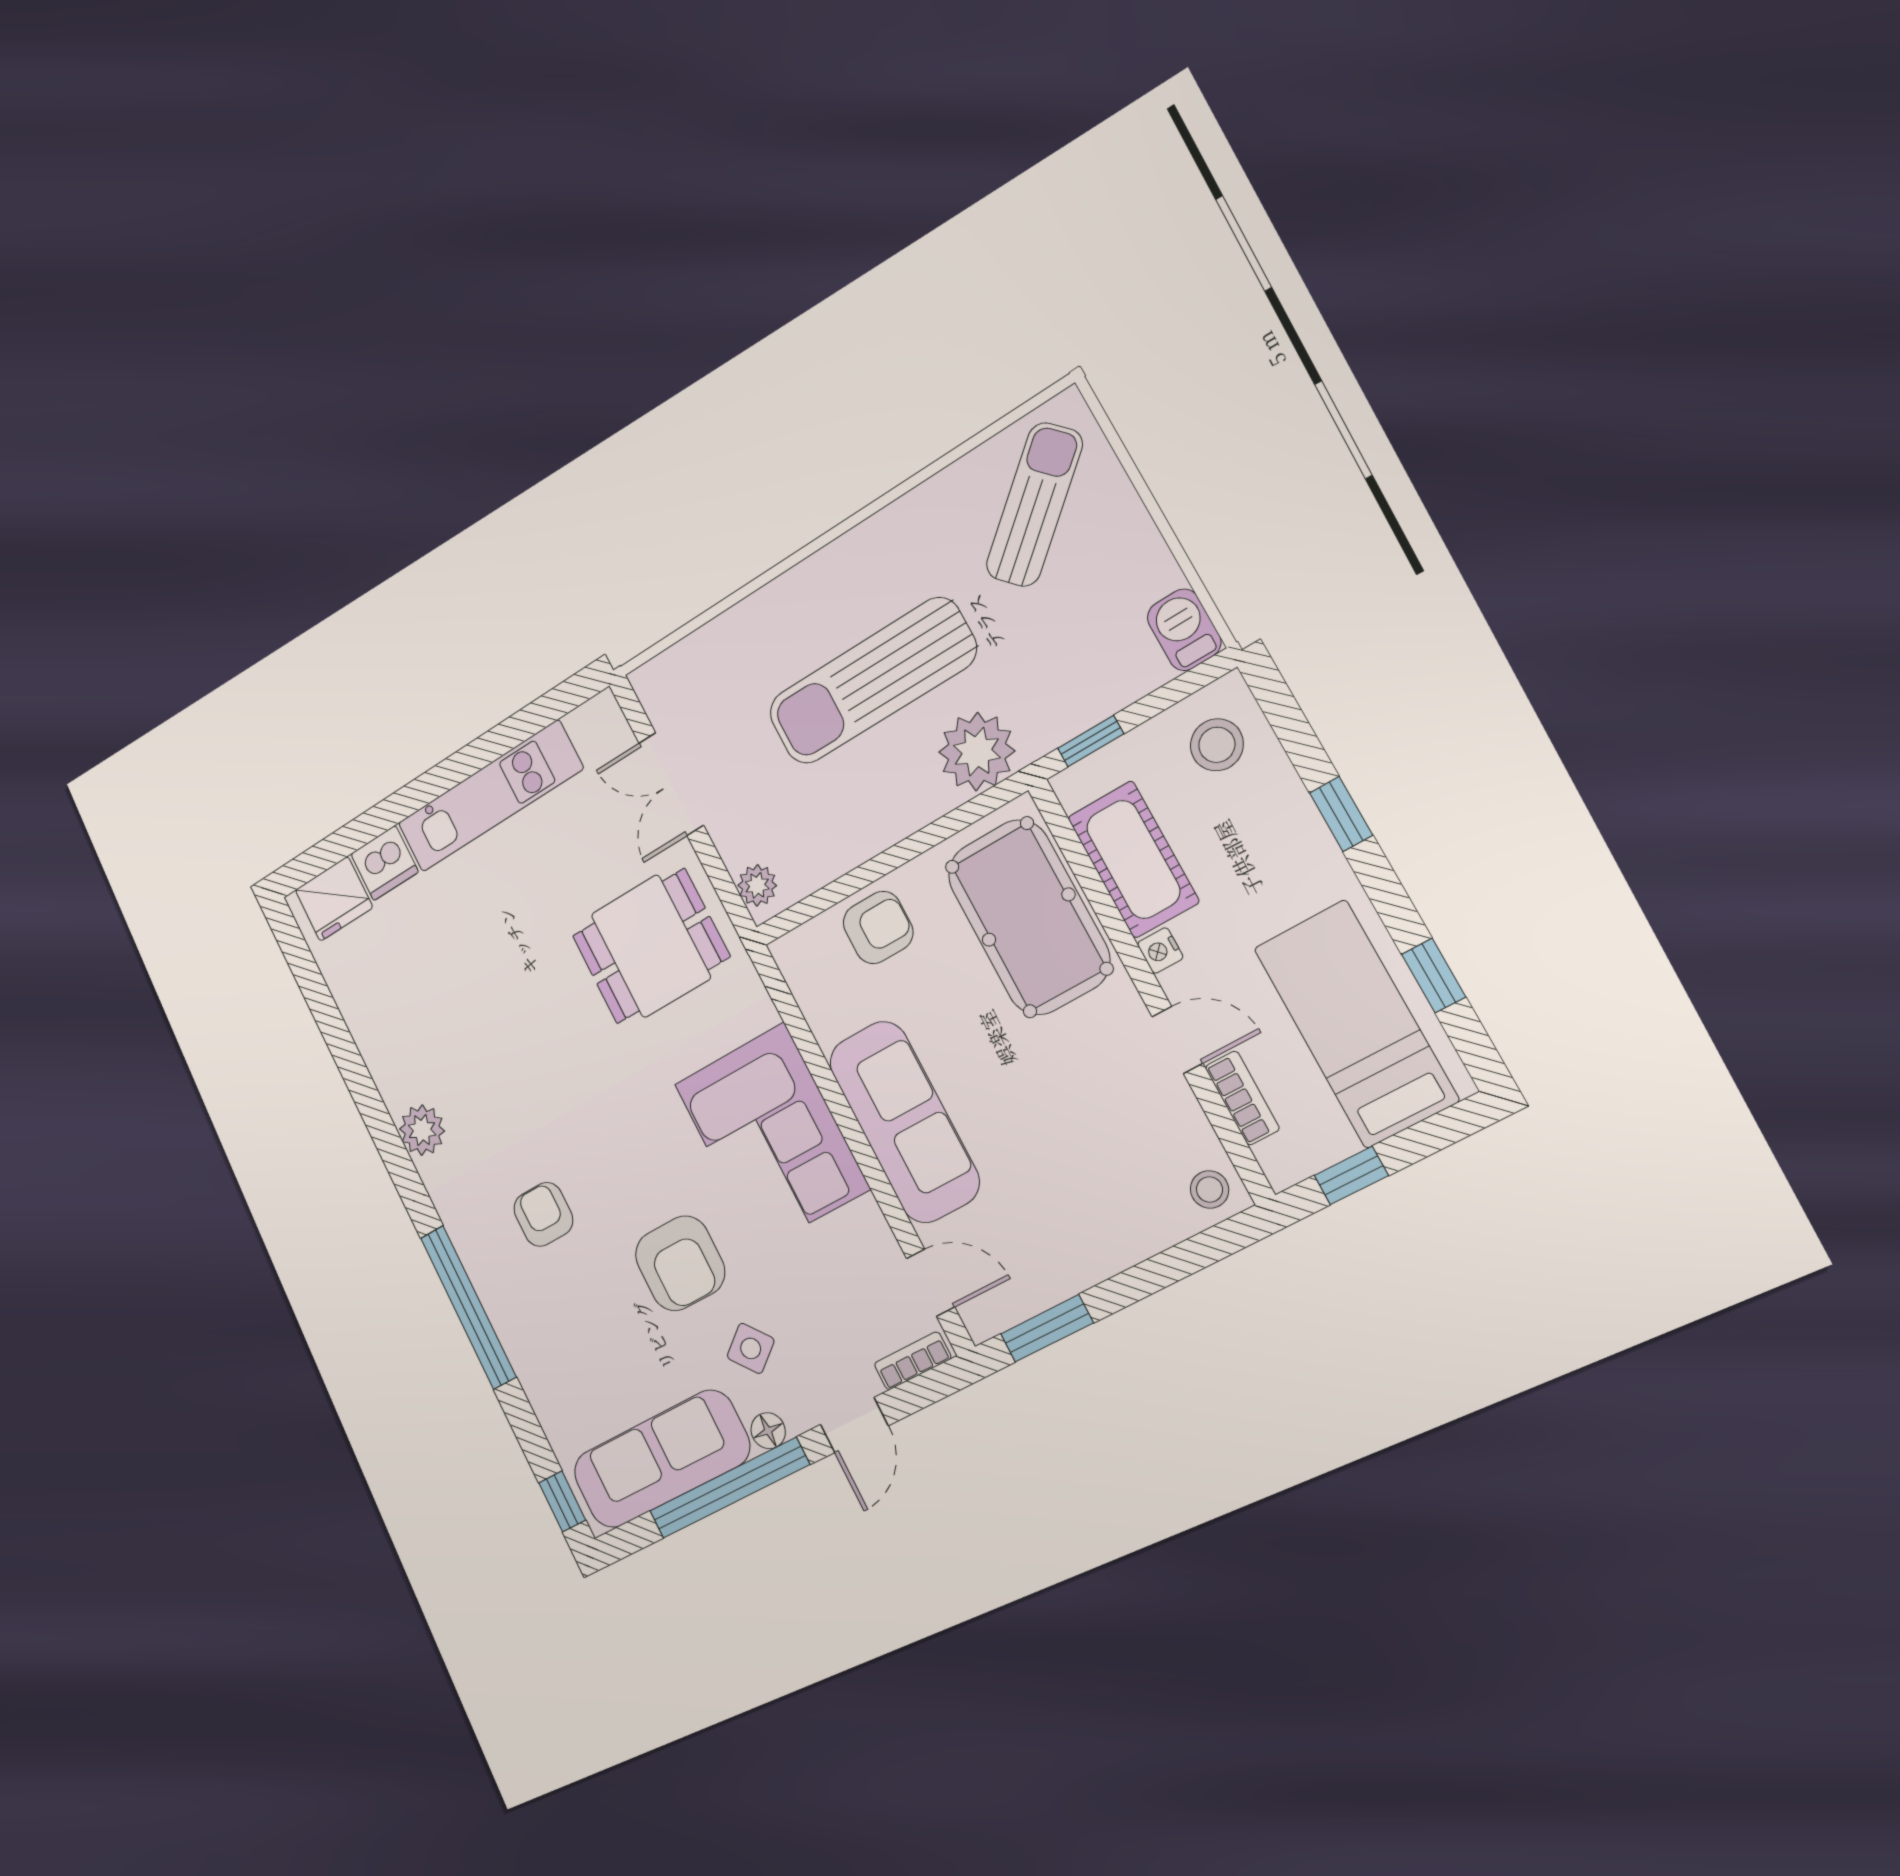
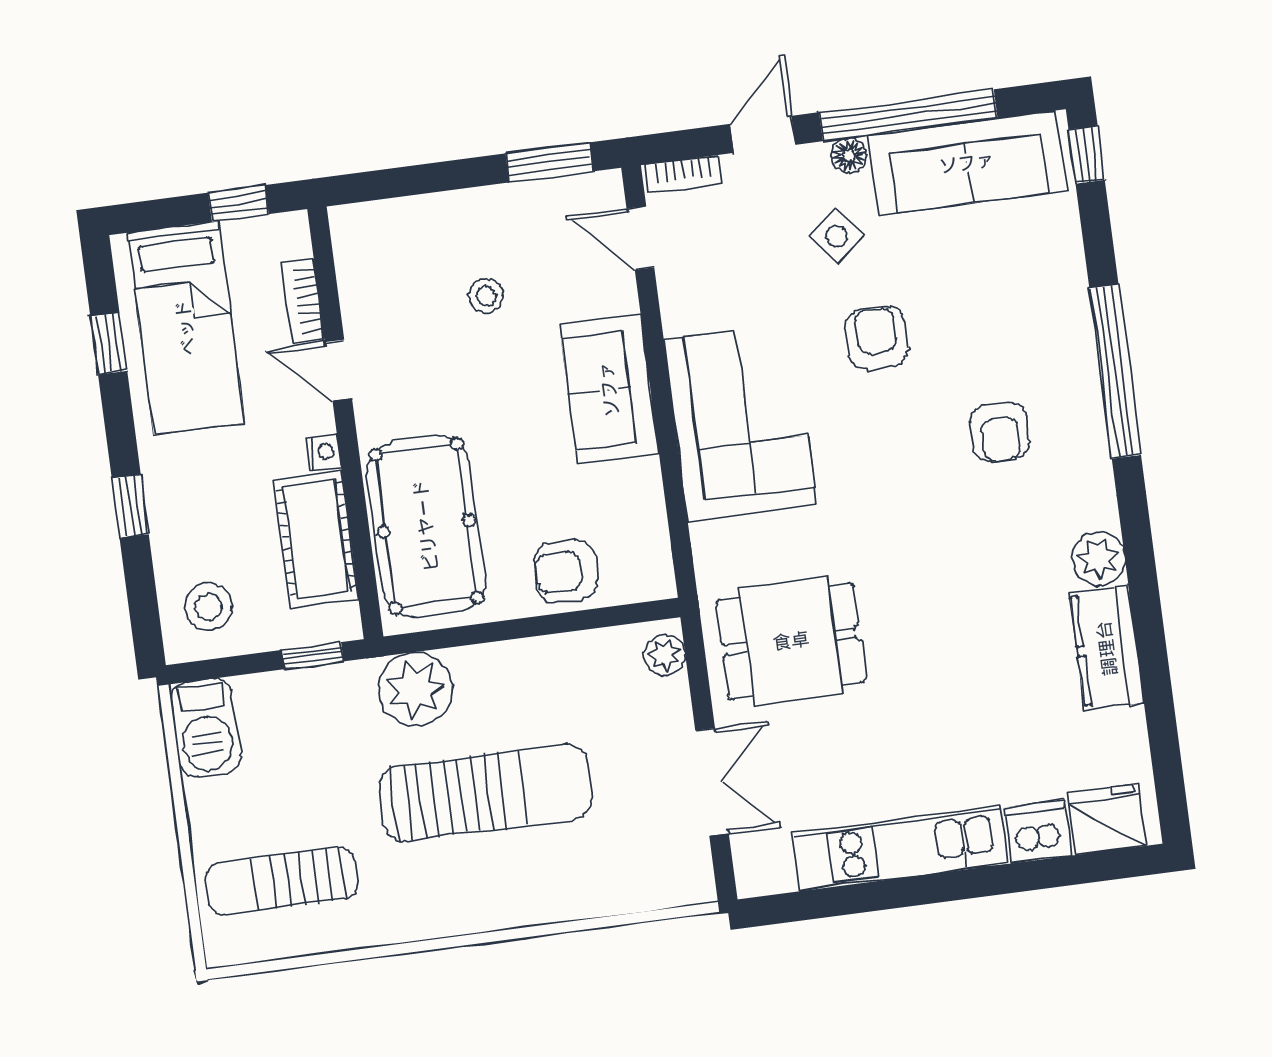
sun lounger: (1034, 505) -> (282, 881), turned 42
barbecue: (1184, 630) -> (206, 728), width x1.38, depth x1.27
kitchen counter: (387, 1052) -> (1107, 648), added
sofa: (904, 1122) -> (609, 389), width x0.73
stool: (1210, 1189) -> (486, 296), moved
armchair: (680, 1263) -> (877, 338), width x0.72, depth x0.72

